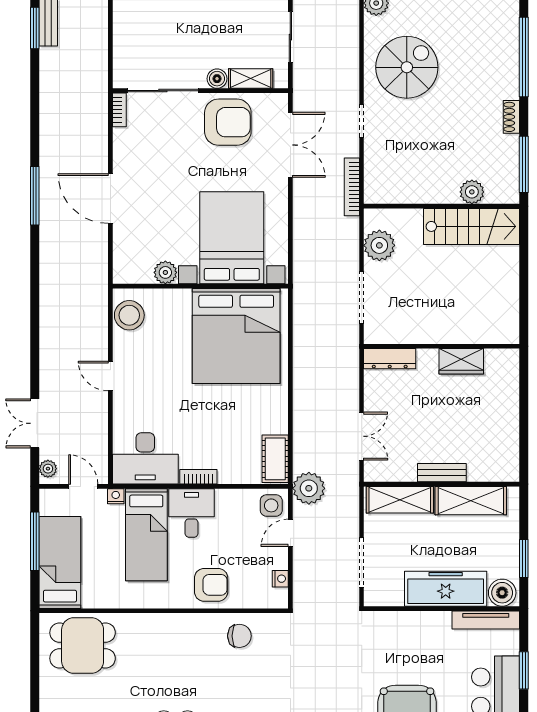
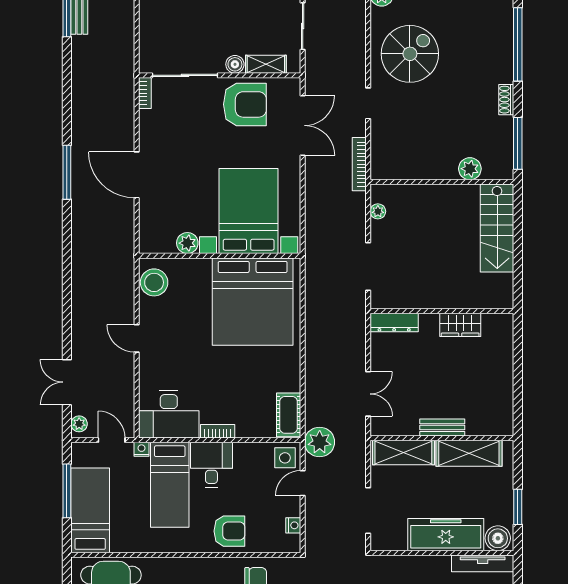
stairs: (471, 226) -> (497, 228), moved, turned 90
plant: (379, 245) -> (378, 211), width x0.53, depth x0.53

